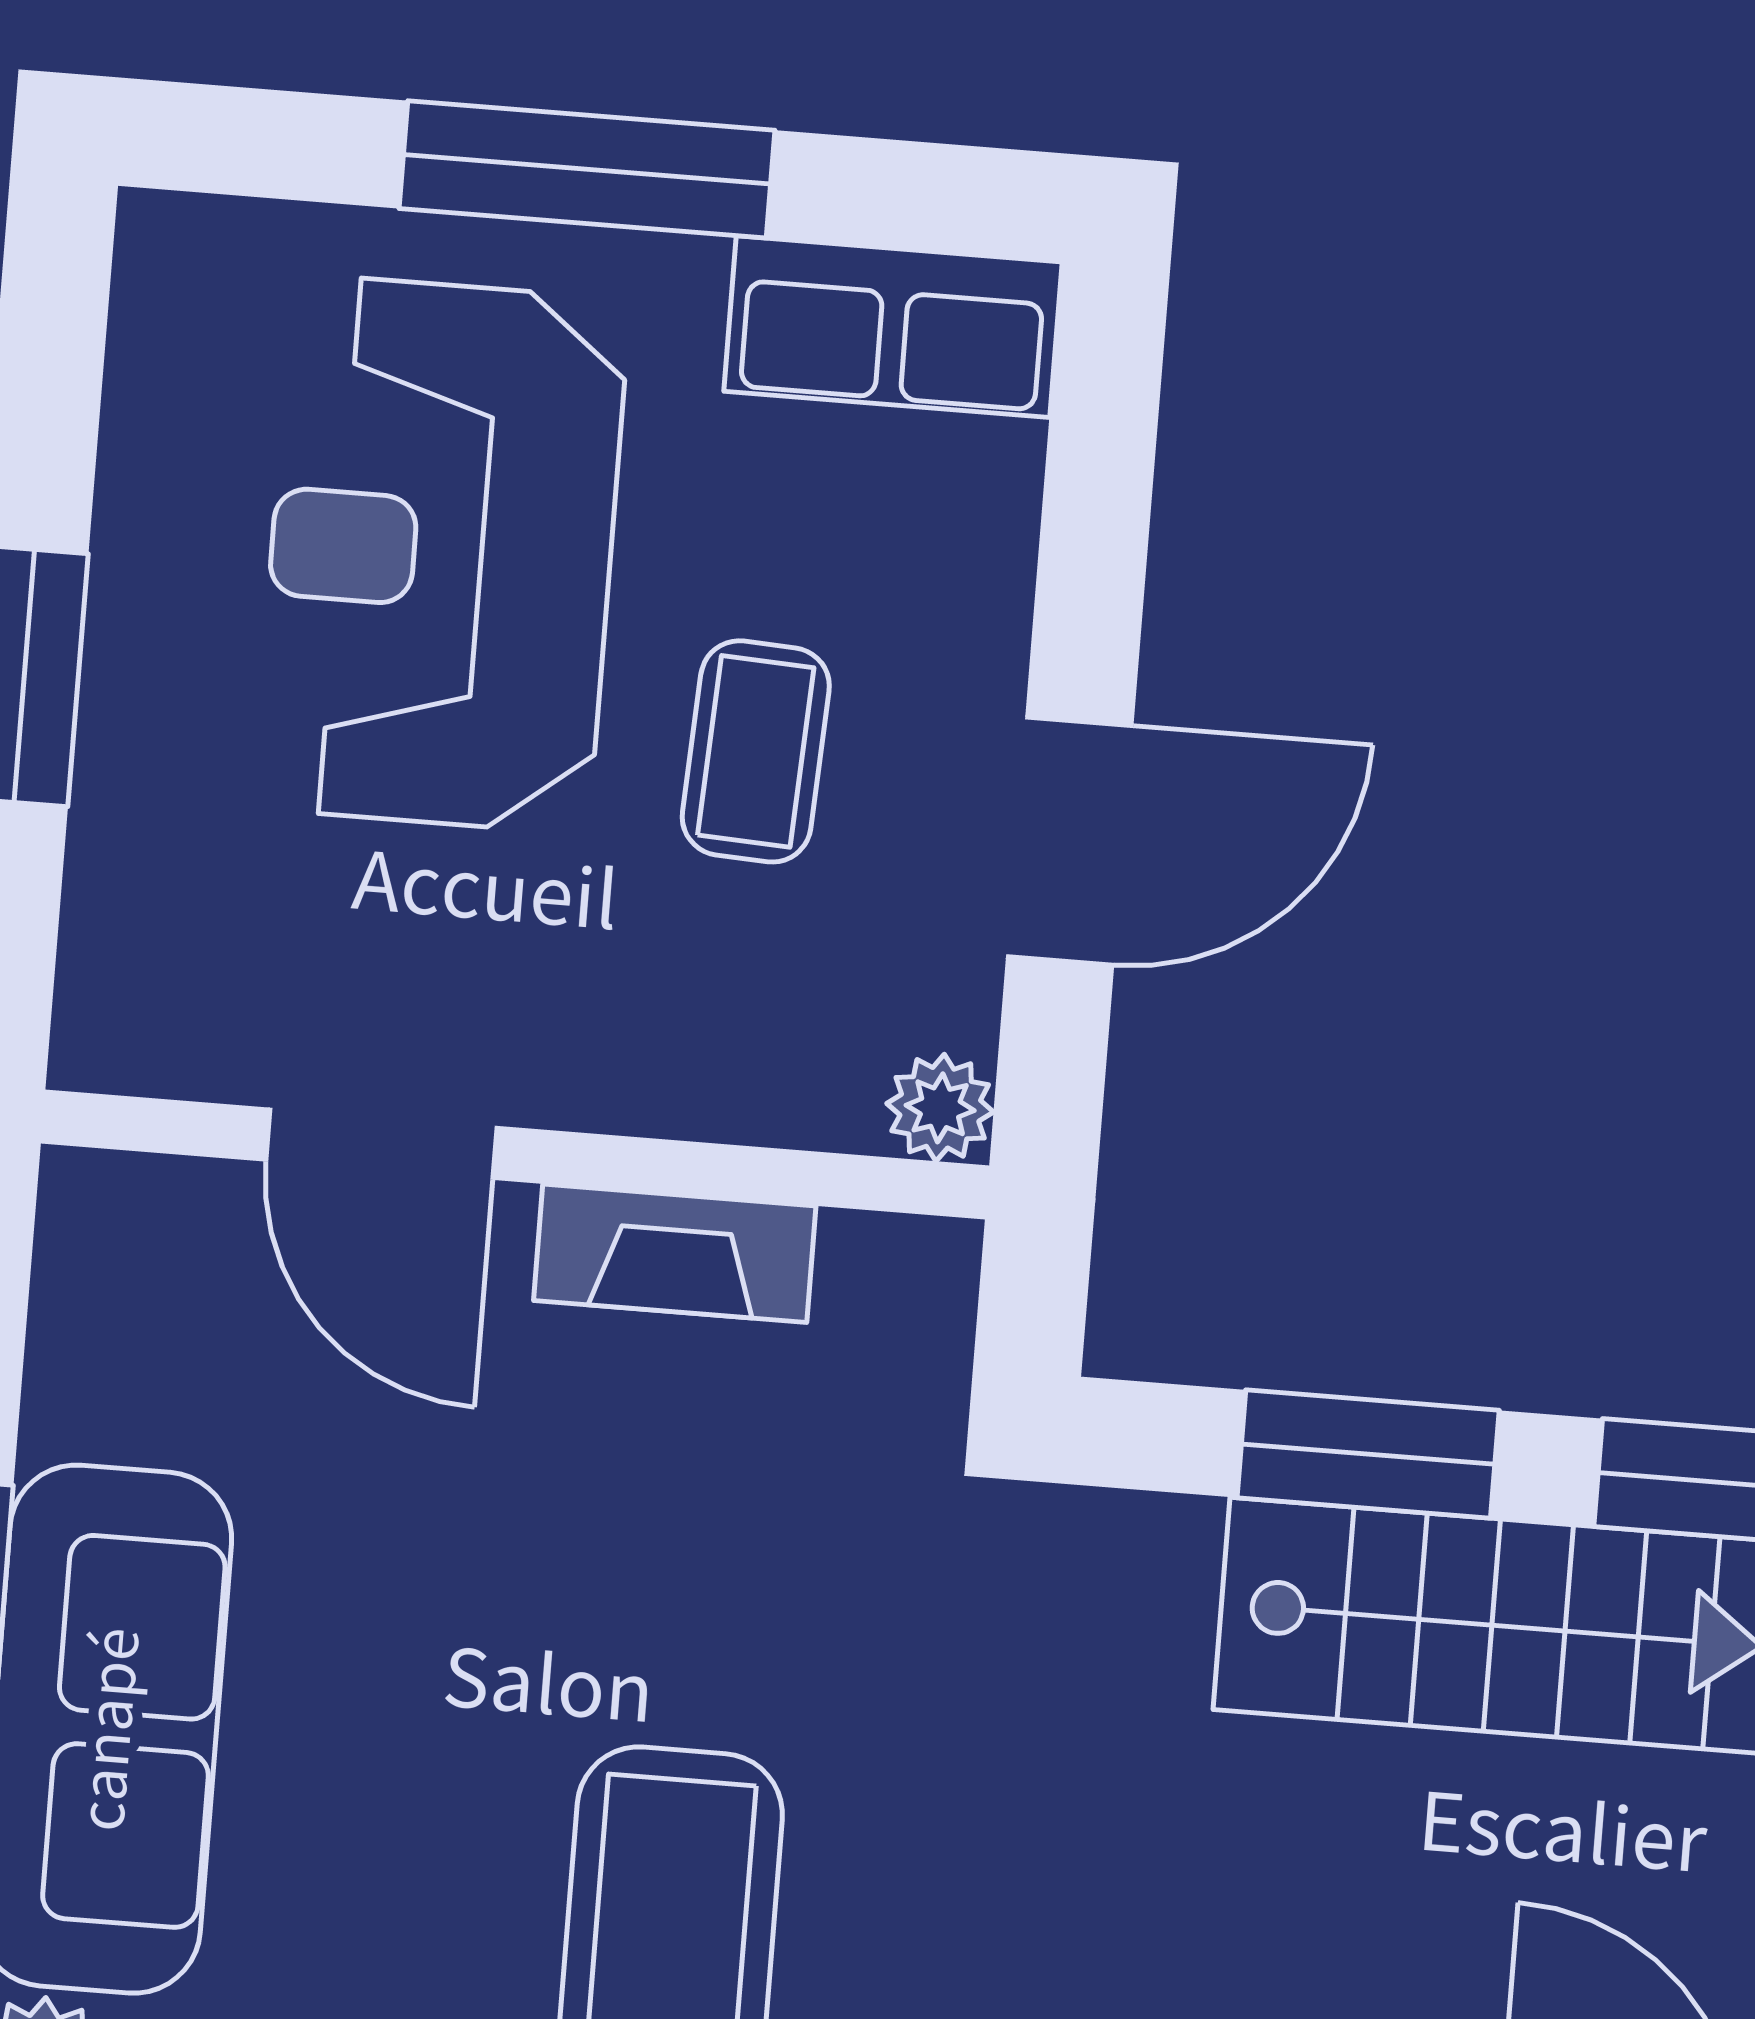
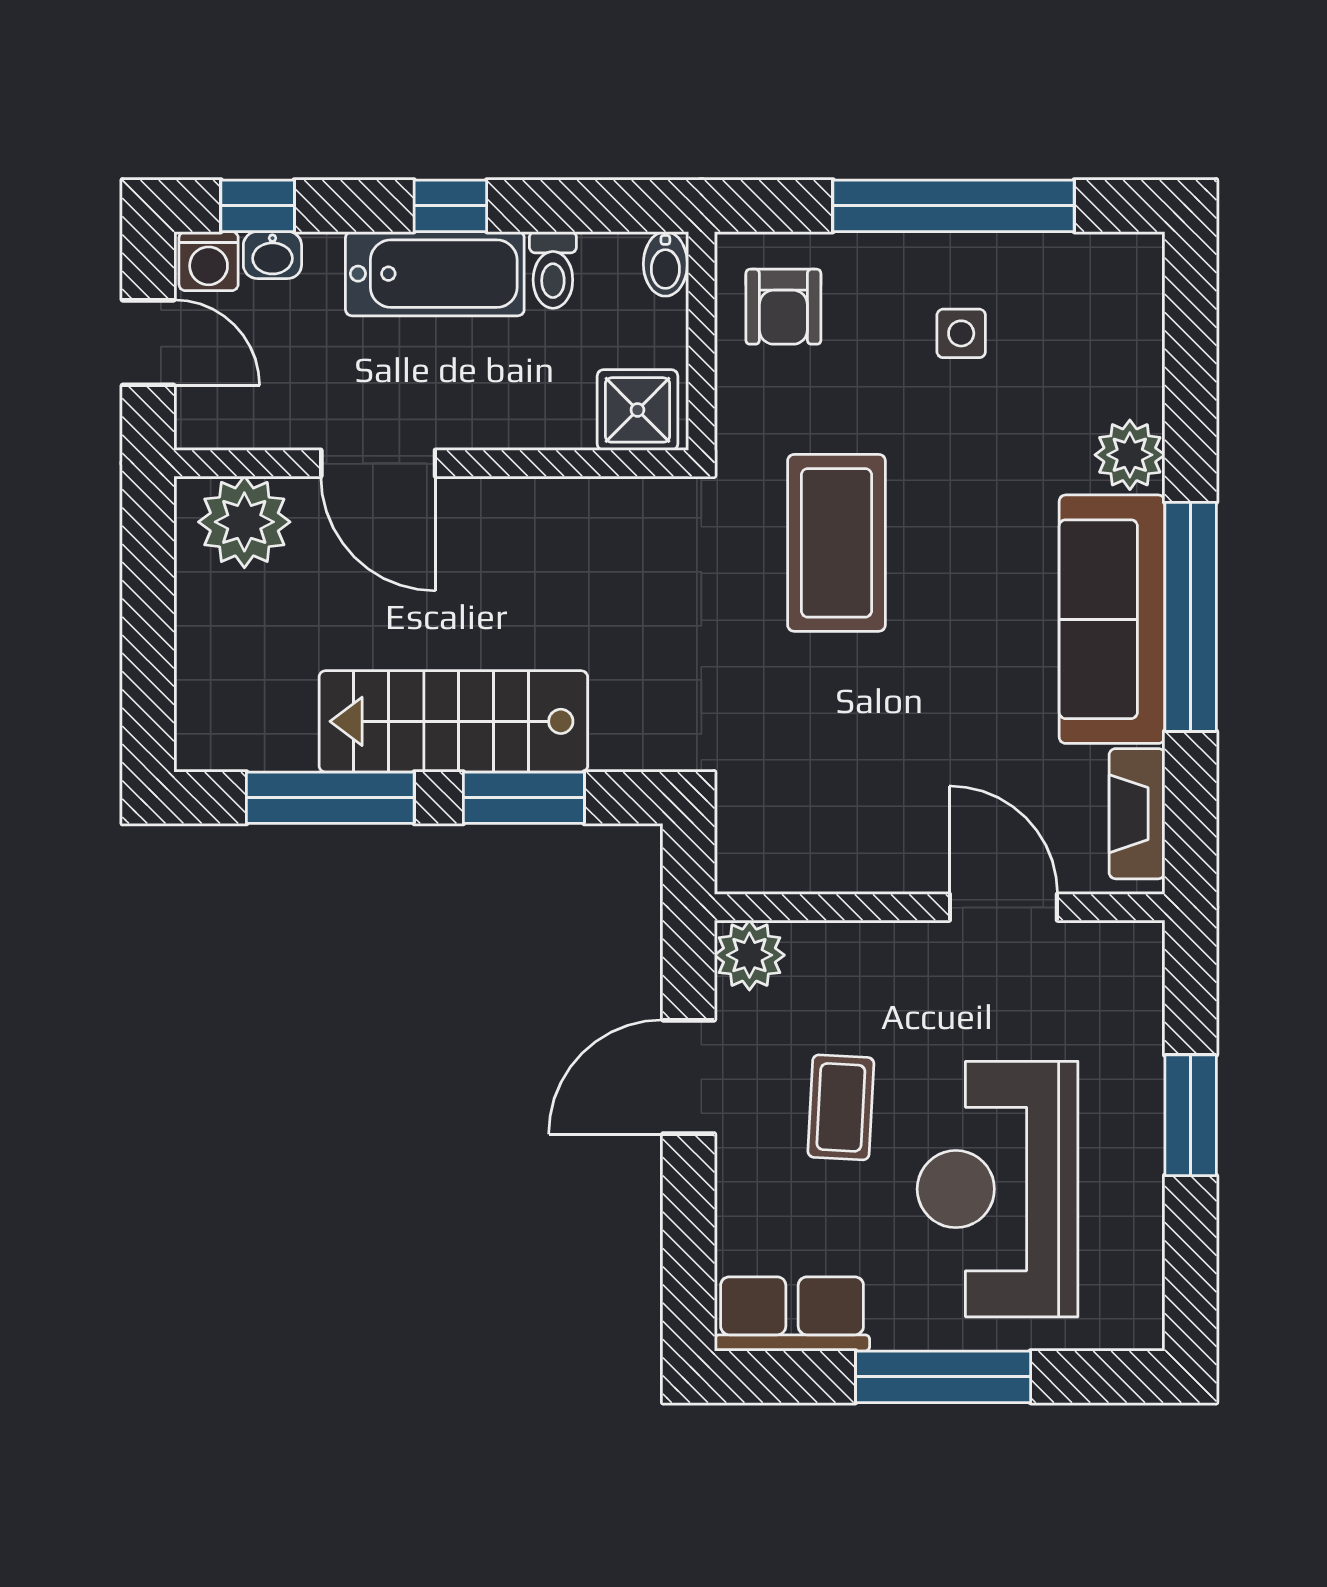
reception desk: (441, 554) -> (998, 1189), turned 180
plant: (940, 1108) -> (749, 955), width x1.38, depth x1.38
fireplace: (675, 1253) -> (1137, 814), moved, turned -90

